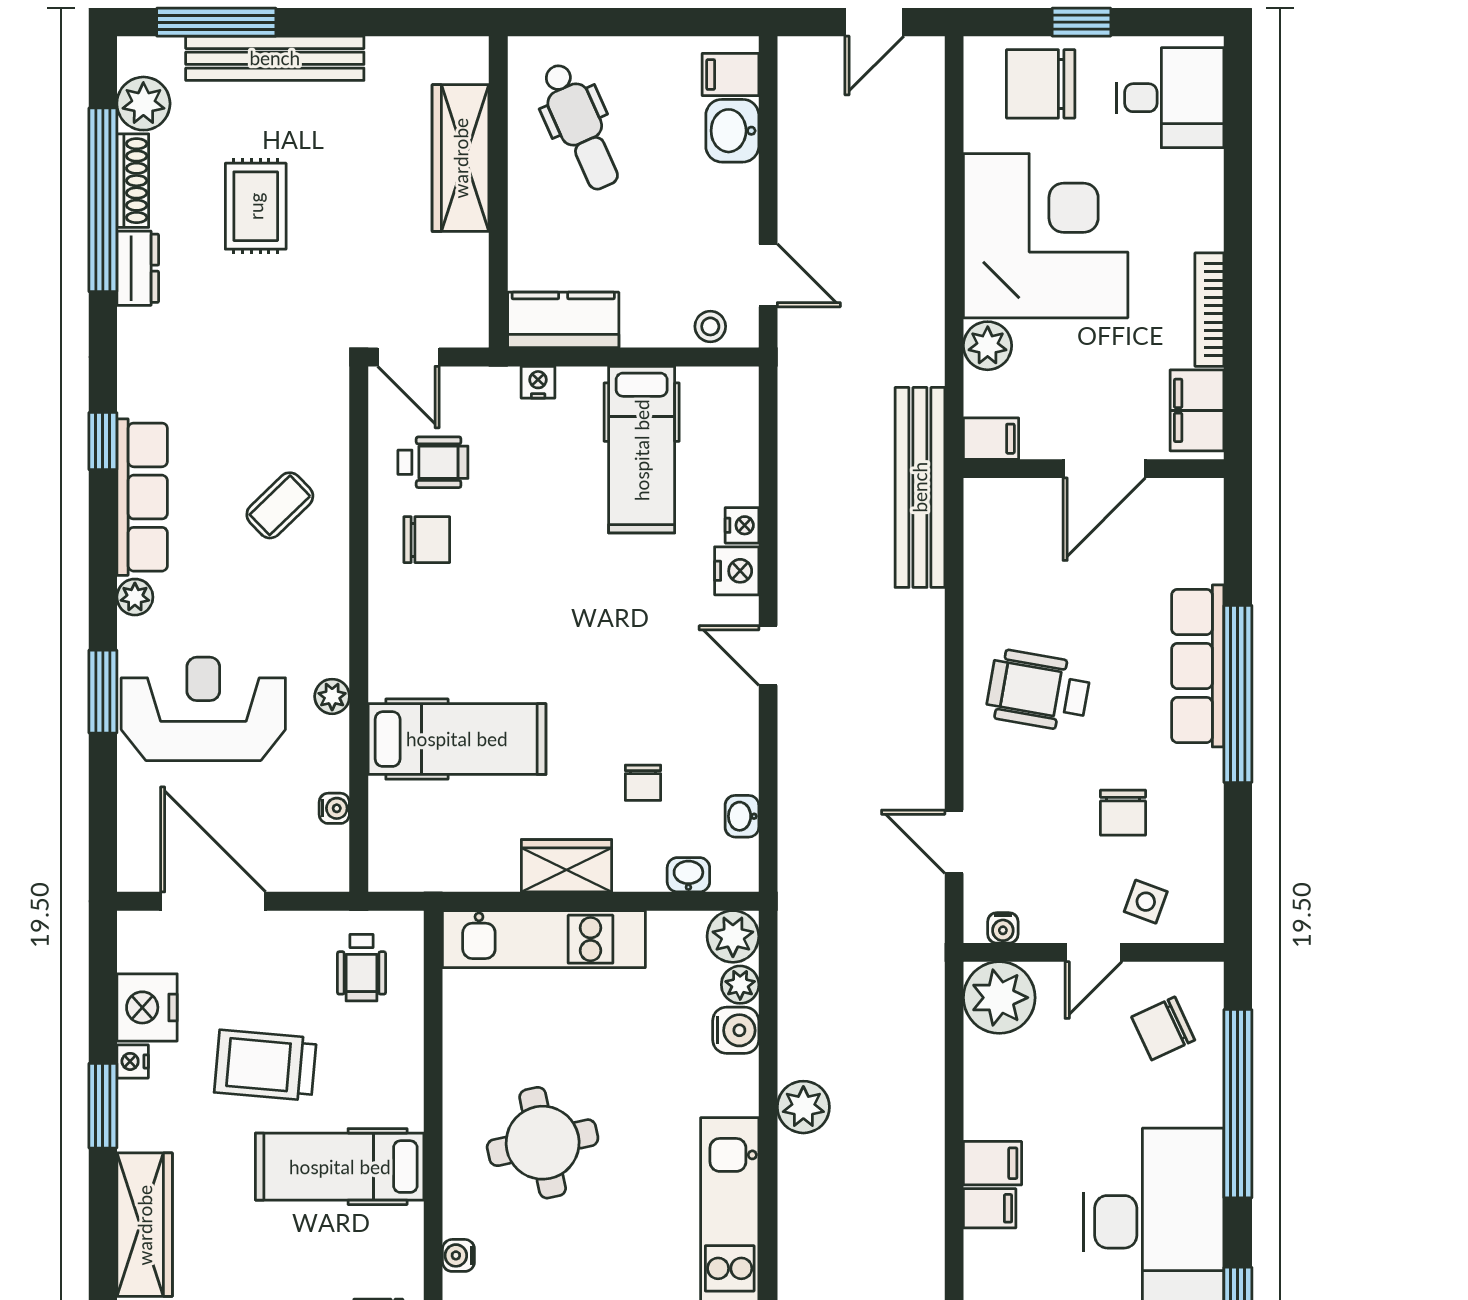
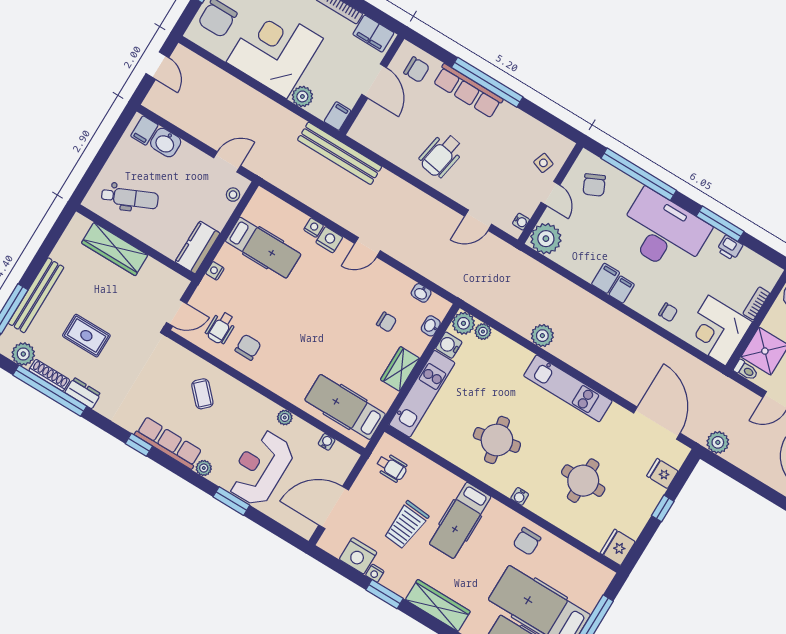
wheelchair: (433, 462) -> (221, 328), turned 180
hospital bed: (457, 739) -> (345, 407), moved, turned -90
chair: (1123, 813) -> (417, 70), moved
water cooler: (736, 1030) -> (449, 345), moved, turned -90

